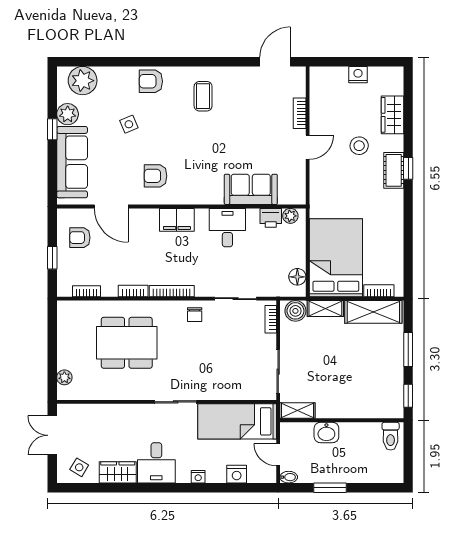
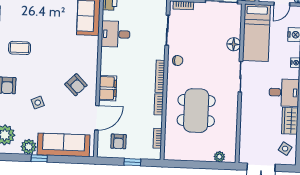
armchair: (156, 176) -> (76, 85), turned -45
filing cabinet: (177, 220) -> (108, 88), moved
floor lamp: (220, 391) -> (234, 44), added

